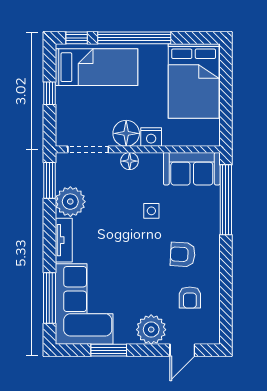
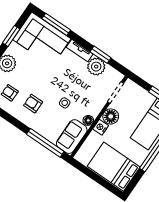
floor lamp: (130, 161) -> (88, 120), moved
window: (49, 180) -> (101, 55), moved
armchair: (183, 254) -> (33, 104), turned -93

